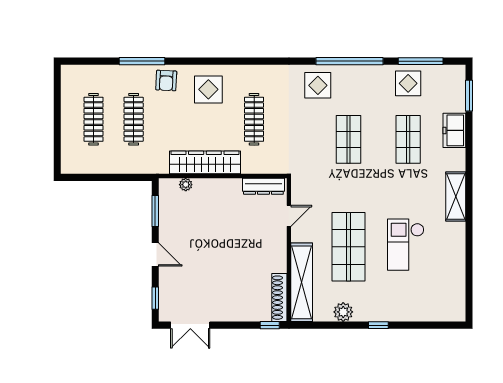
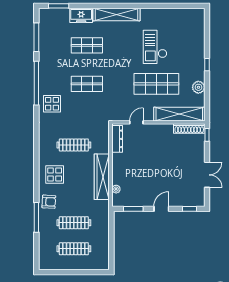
display table: (408, 83) -> (51, 45), removed
shelving: (456, 197) -> (116, 15), width x1.47
door: (289, 216) -> (136, 122), hinge flipped
checkout: (406, 245) -> (155, 47), turned 90
double door: (190, 325) -> (207, 175), moved

